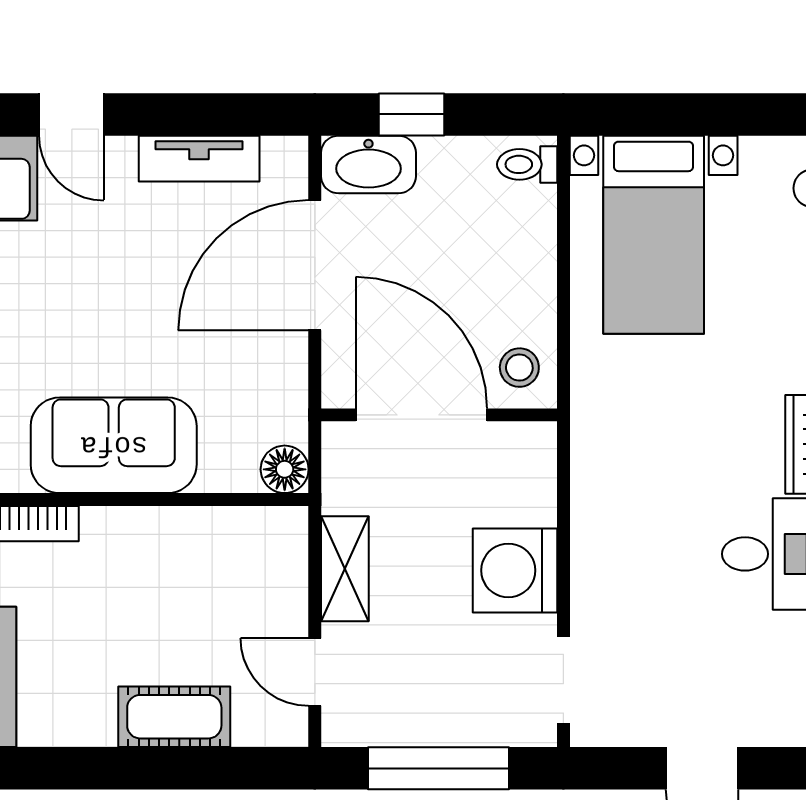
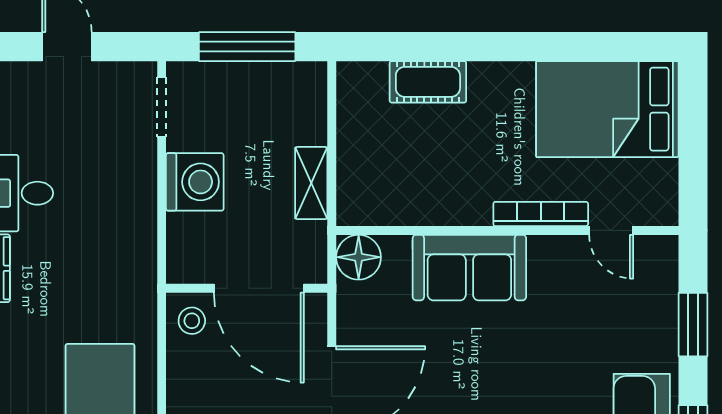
floor lamp: (285, 469) -> (359, 257), width x1.38, depth x1.38
door: (315, 672) -> (332, 112), removed

